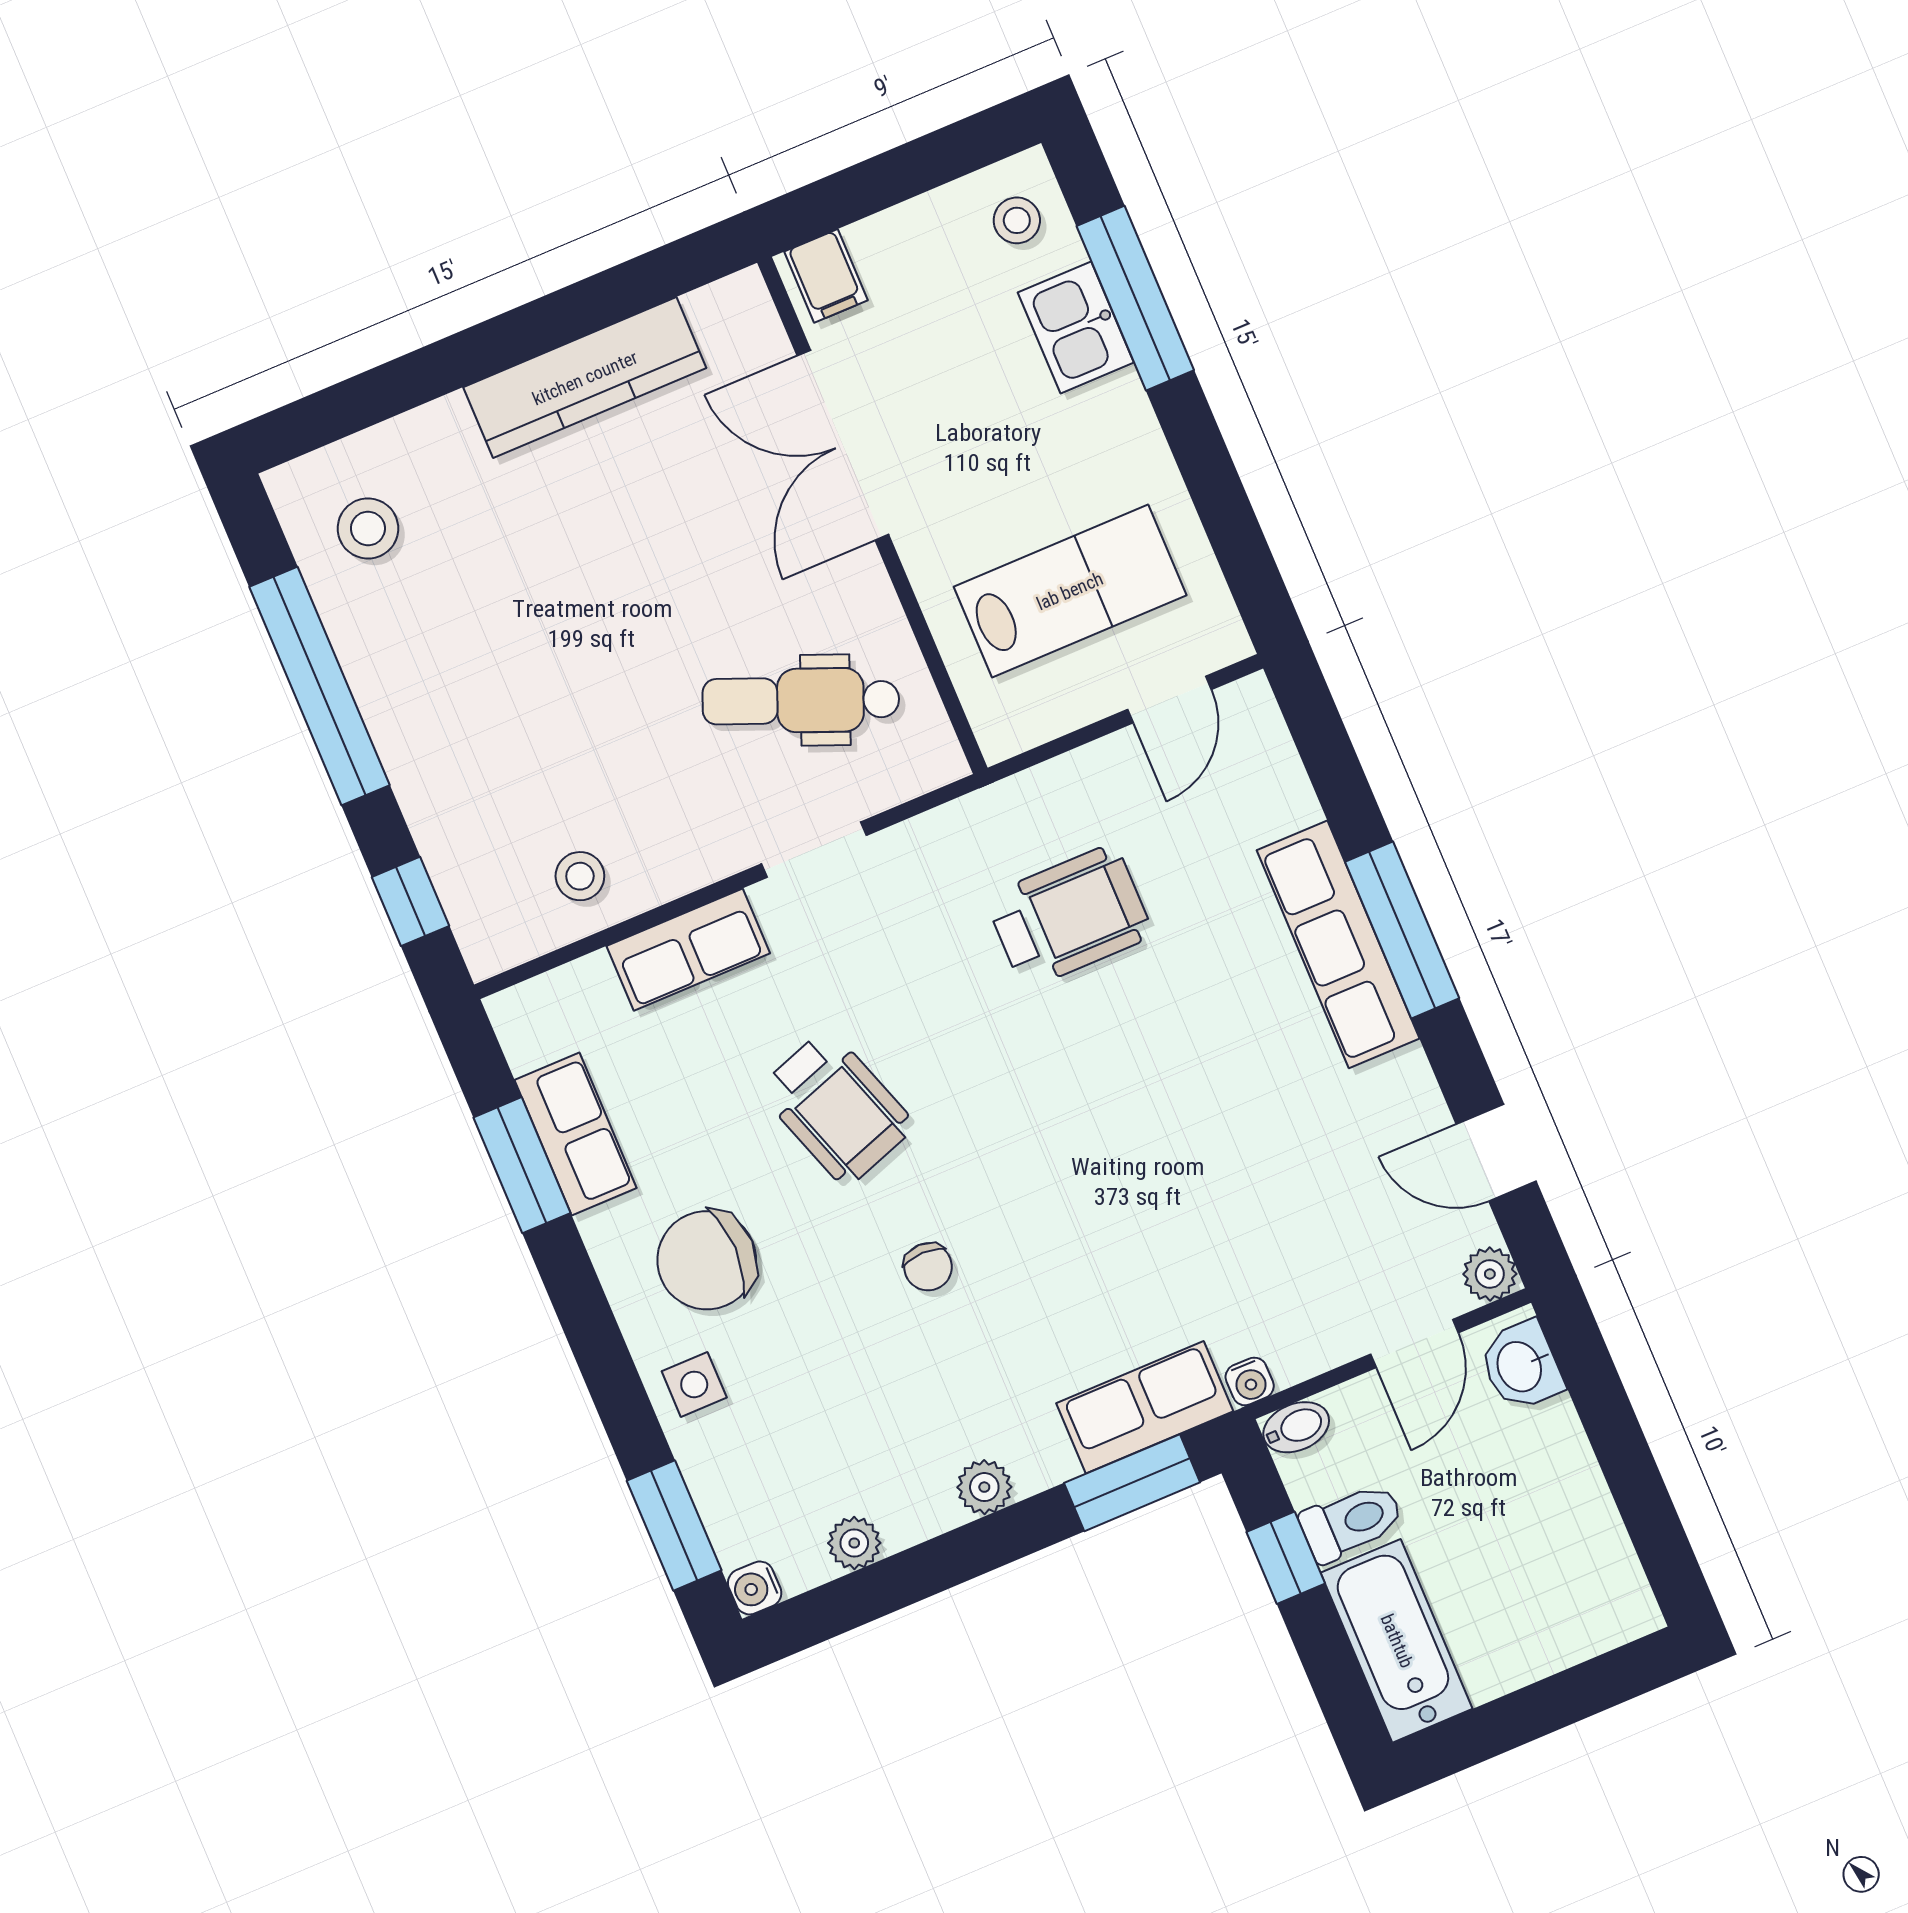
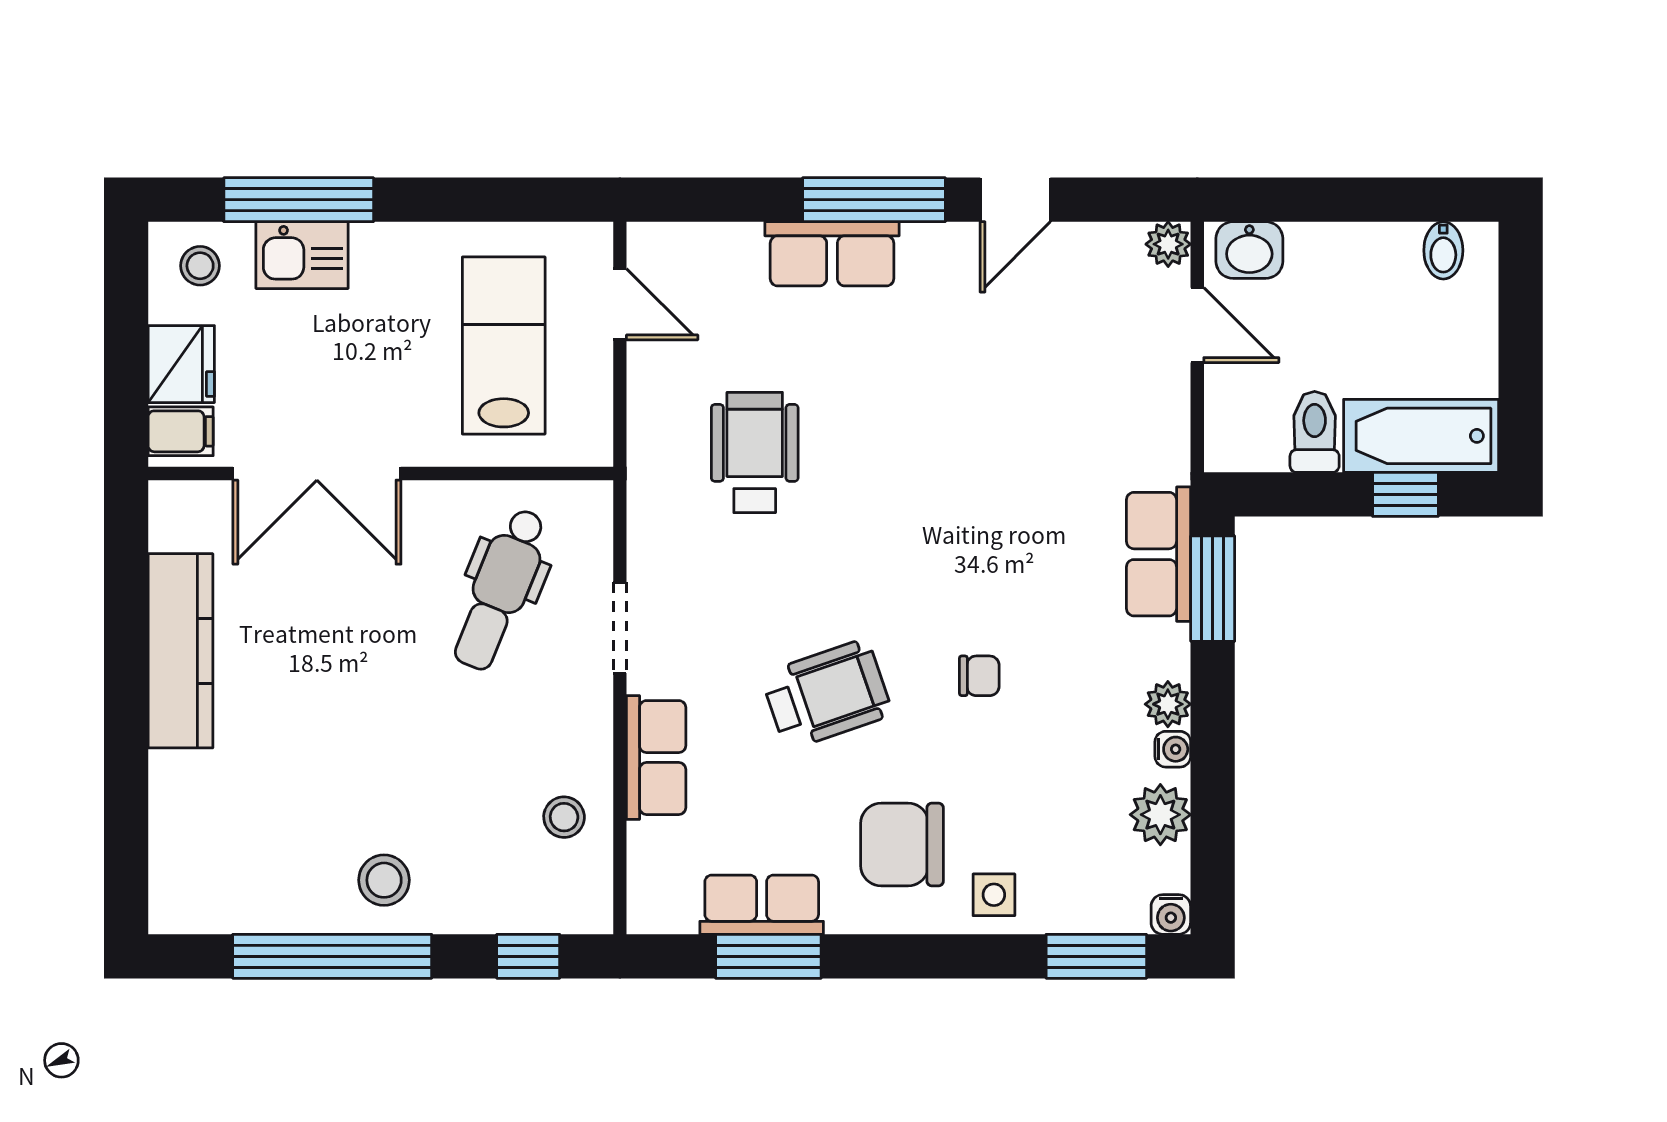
fridge: (900, 245) -> (181, 364), added
stool: (368, 528) -> (384, 880), moved
row of seats: (1338, 944) -> (832, 254), width x0.68
door: (1496, 1153) -> (1015, 200), moved
chair: (707, 1260) -> (902, 845), turned 90
water cooler: (1250, 1381) -> (1173, 749), moved
bidet: (1296, 1427) -> (1443, 250), moved, turned 180
plant: (854, 1543) -> (1160, 815), width x1.38, depth x1.38
window: (1286, 1558) -> (1405, 494), moved

